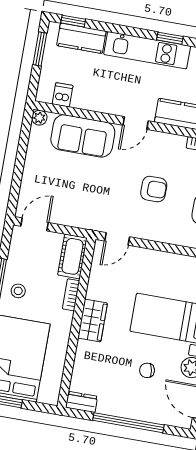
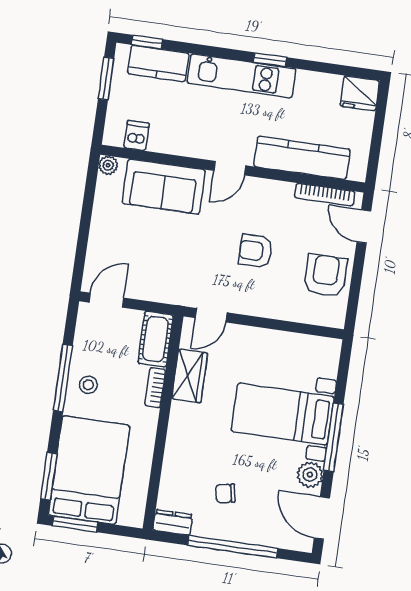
armchair: (154, 189) -> (255, 251), turned 180
wardrobe: (93, 321) -> (190, 376), moved
chair: (147, 370) -> (225, 493), moved

